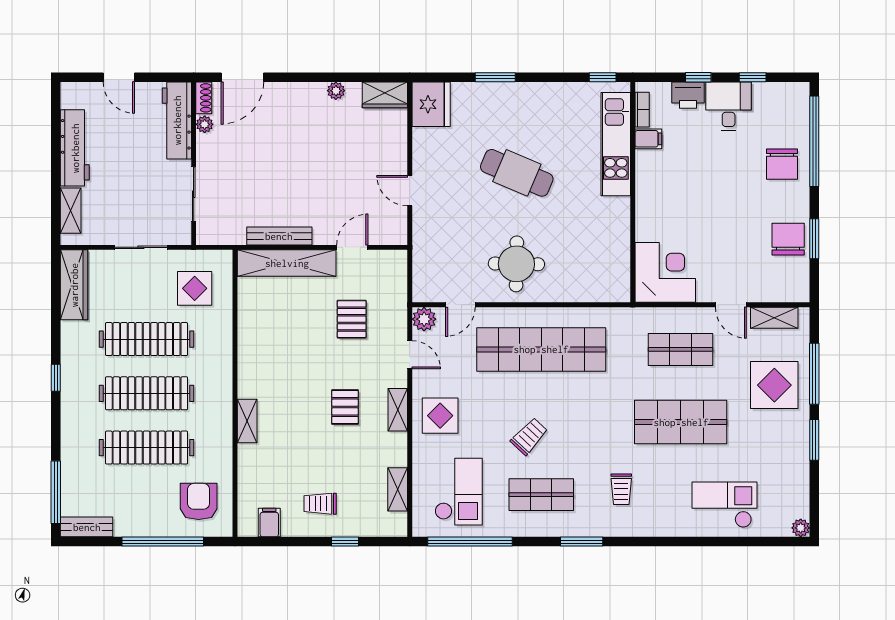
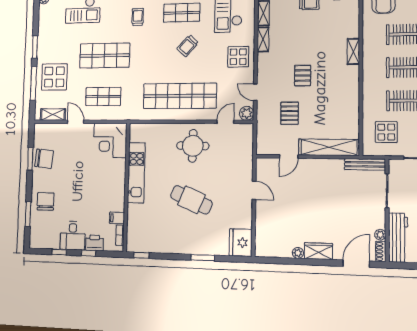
wardrobe: (385, 95) -> (318, 251), moved
window: (814, 141) -> (28, 214), width x0.47
kitchen unit: (616, 144) -> (136, 173), moved
bench: (279, 236) -> (365, 164), moved
chair: (788, 239) -> (44, 159), turned -84
pallet: (345, 407) -> (303, 75), moved
shelving: (398, 410) -> (263, 39), moved

